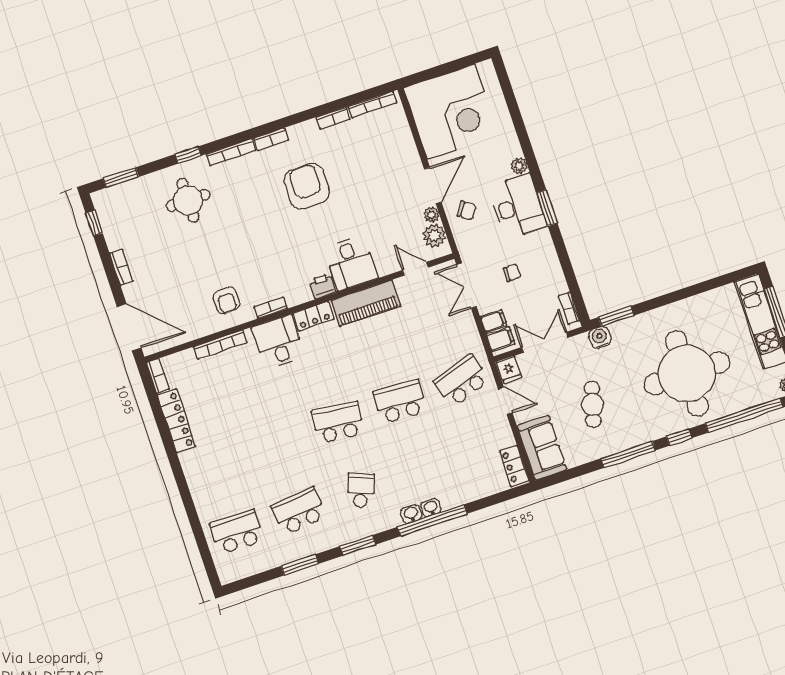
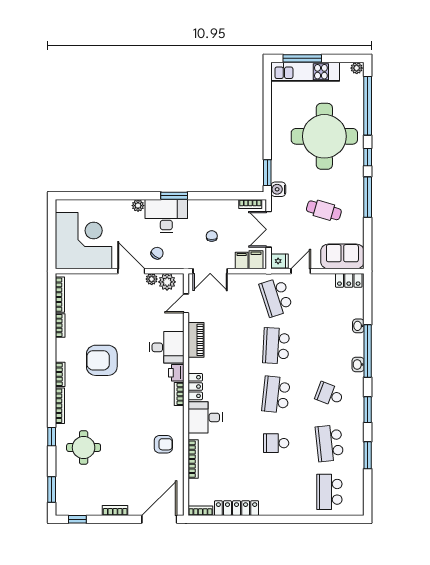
piano: (366, 303) -> (196, 340), width x0.73, depth x0.75
bookcase: (271, 308) -> (179, 394), moved
school desk: (276, 443) -> (276, 443), added
washbasin: (431, 508) -> (358, 326), moved

